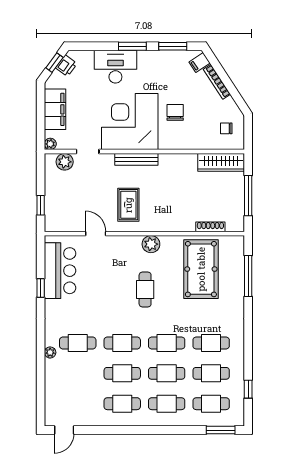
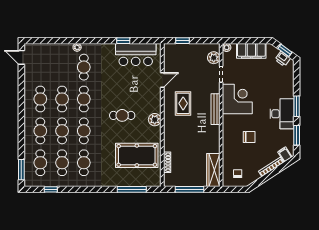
desk: (115, 67) -> (282, 114), moved
corner desk: (130, 122) -> (237, 99), width x0.74, depth x0.74
rug: (128, 205) -> (183, 103), turned 90

